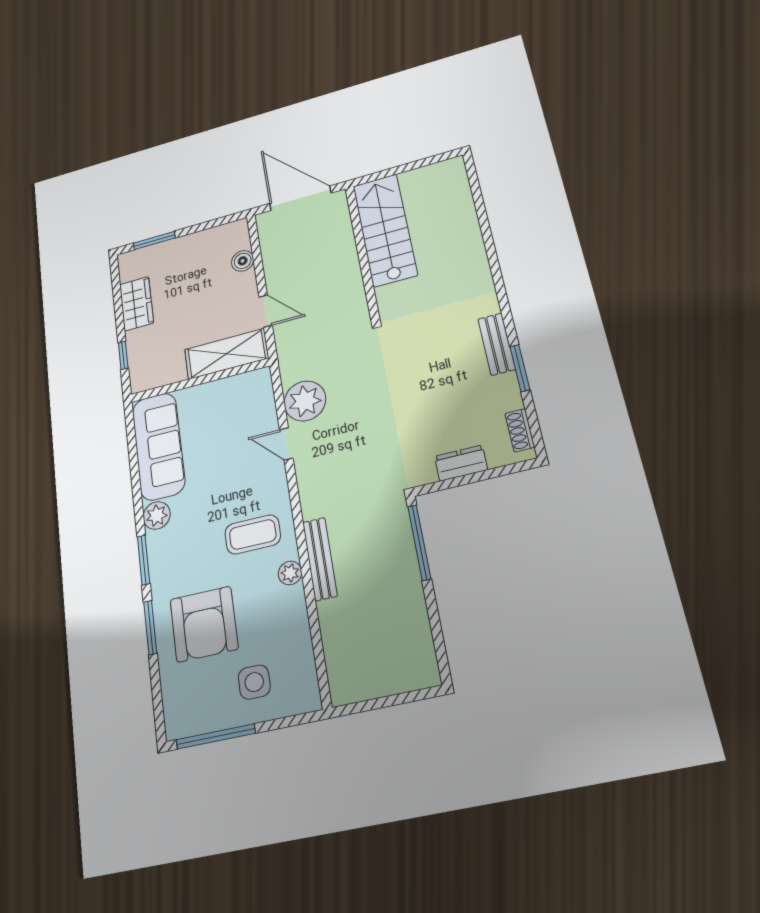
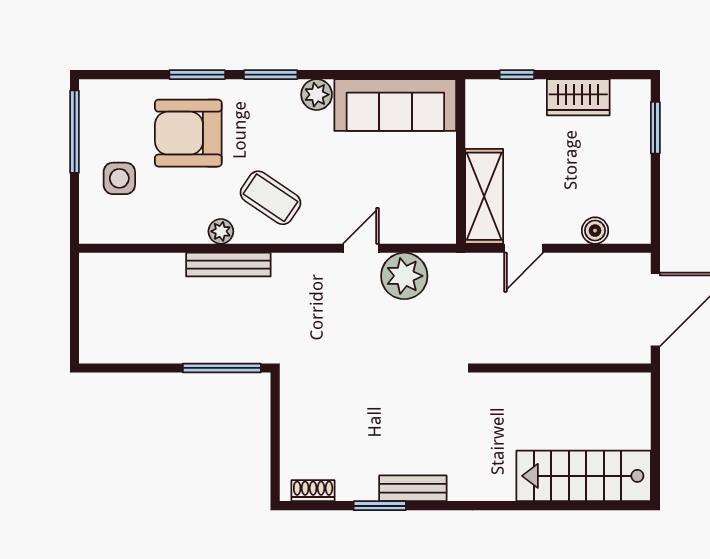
stairs: (385, 230) -> (584, 476), moved, turned 180
dresser: (461, 463) -> (294, 426), removed
coffee table: (253, 534) -> (270, 198), turned -56

